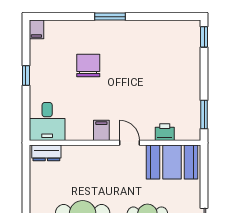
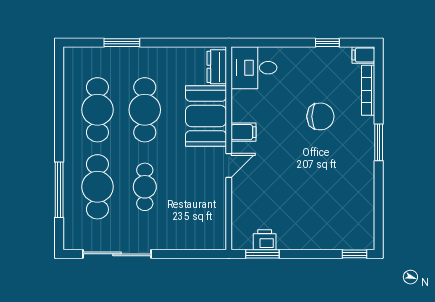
bookcase: (66, 25) -> (368, 90), added
window: (26, 75) -> (327, 43), moved
printer: (165, 132) -> (265, 240), moved, turned -90
booth: (172, 162) -> (206, 116), moved

